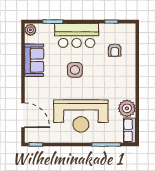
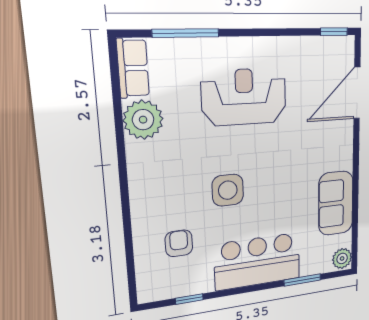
side table: (75, 70) -> (228, 190), moved
door: (23, 115) -> (357, 93), hinge flipped
reception desk: (81, 116) -> (244, 97), width x0.74, depth x0.77

